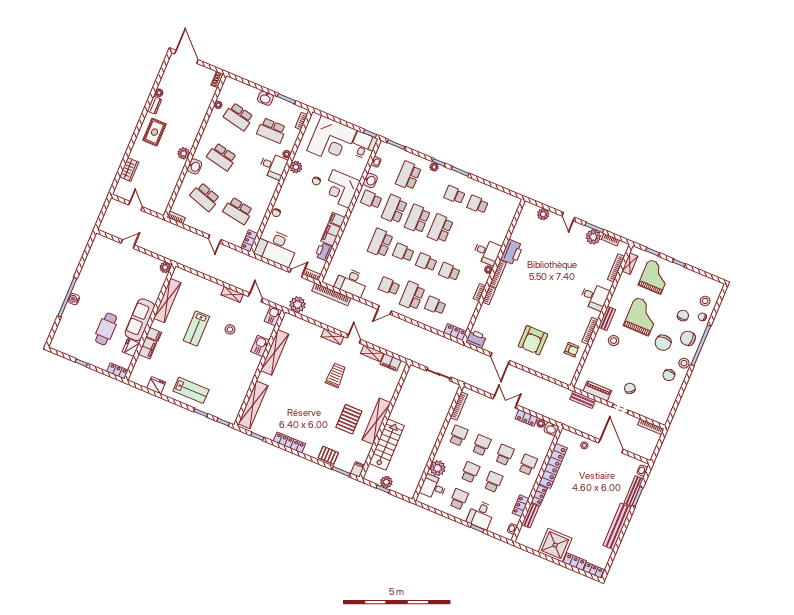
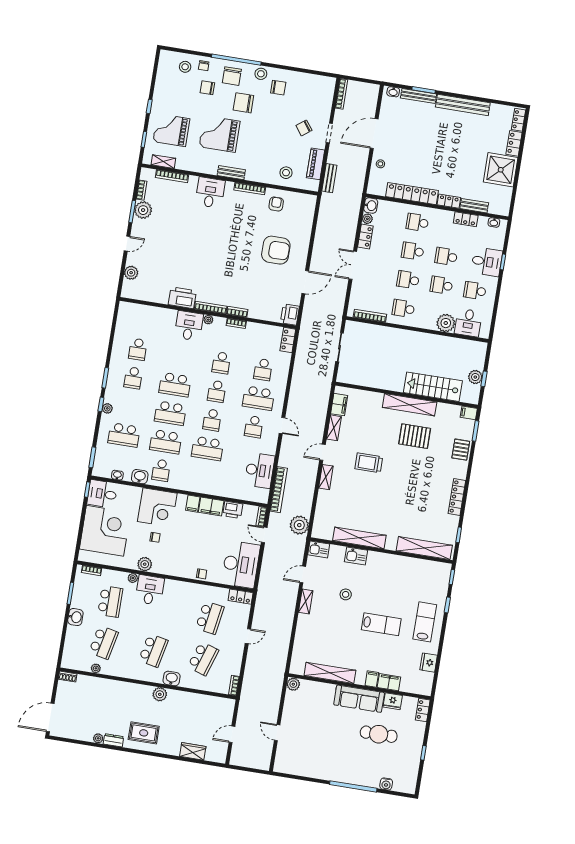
water cooler: (74, 299) -> (386, 784), moved
lab bench: (196, 328) -> (381, 624), moved
stool: (614, 341) -> (286, 173), moved
chair: (663, 343) -> (243, 103), turned 180

